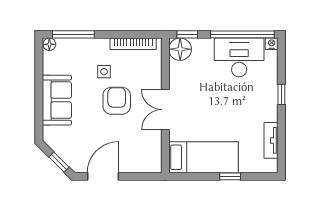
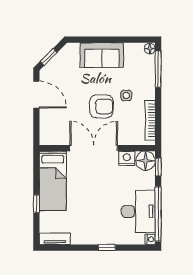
nightstand: (177, 71) -> (127, 158), added
double door: (165, 110) -> (94, 148), width x1.37
tv unit: (271, 140) -> (55, 239), moved

